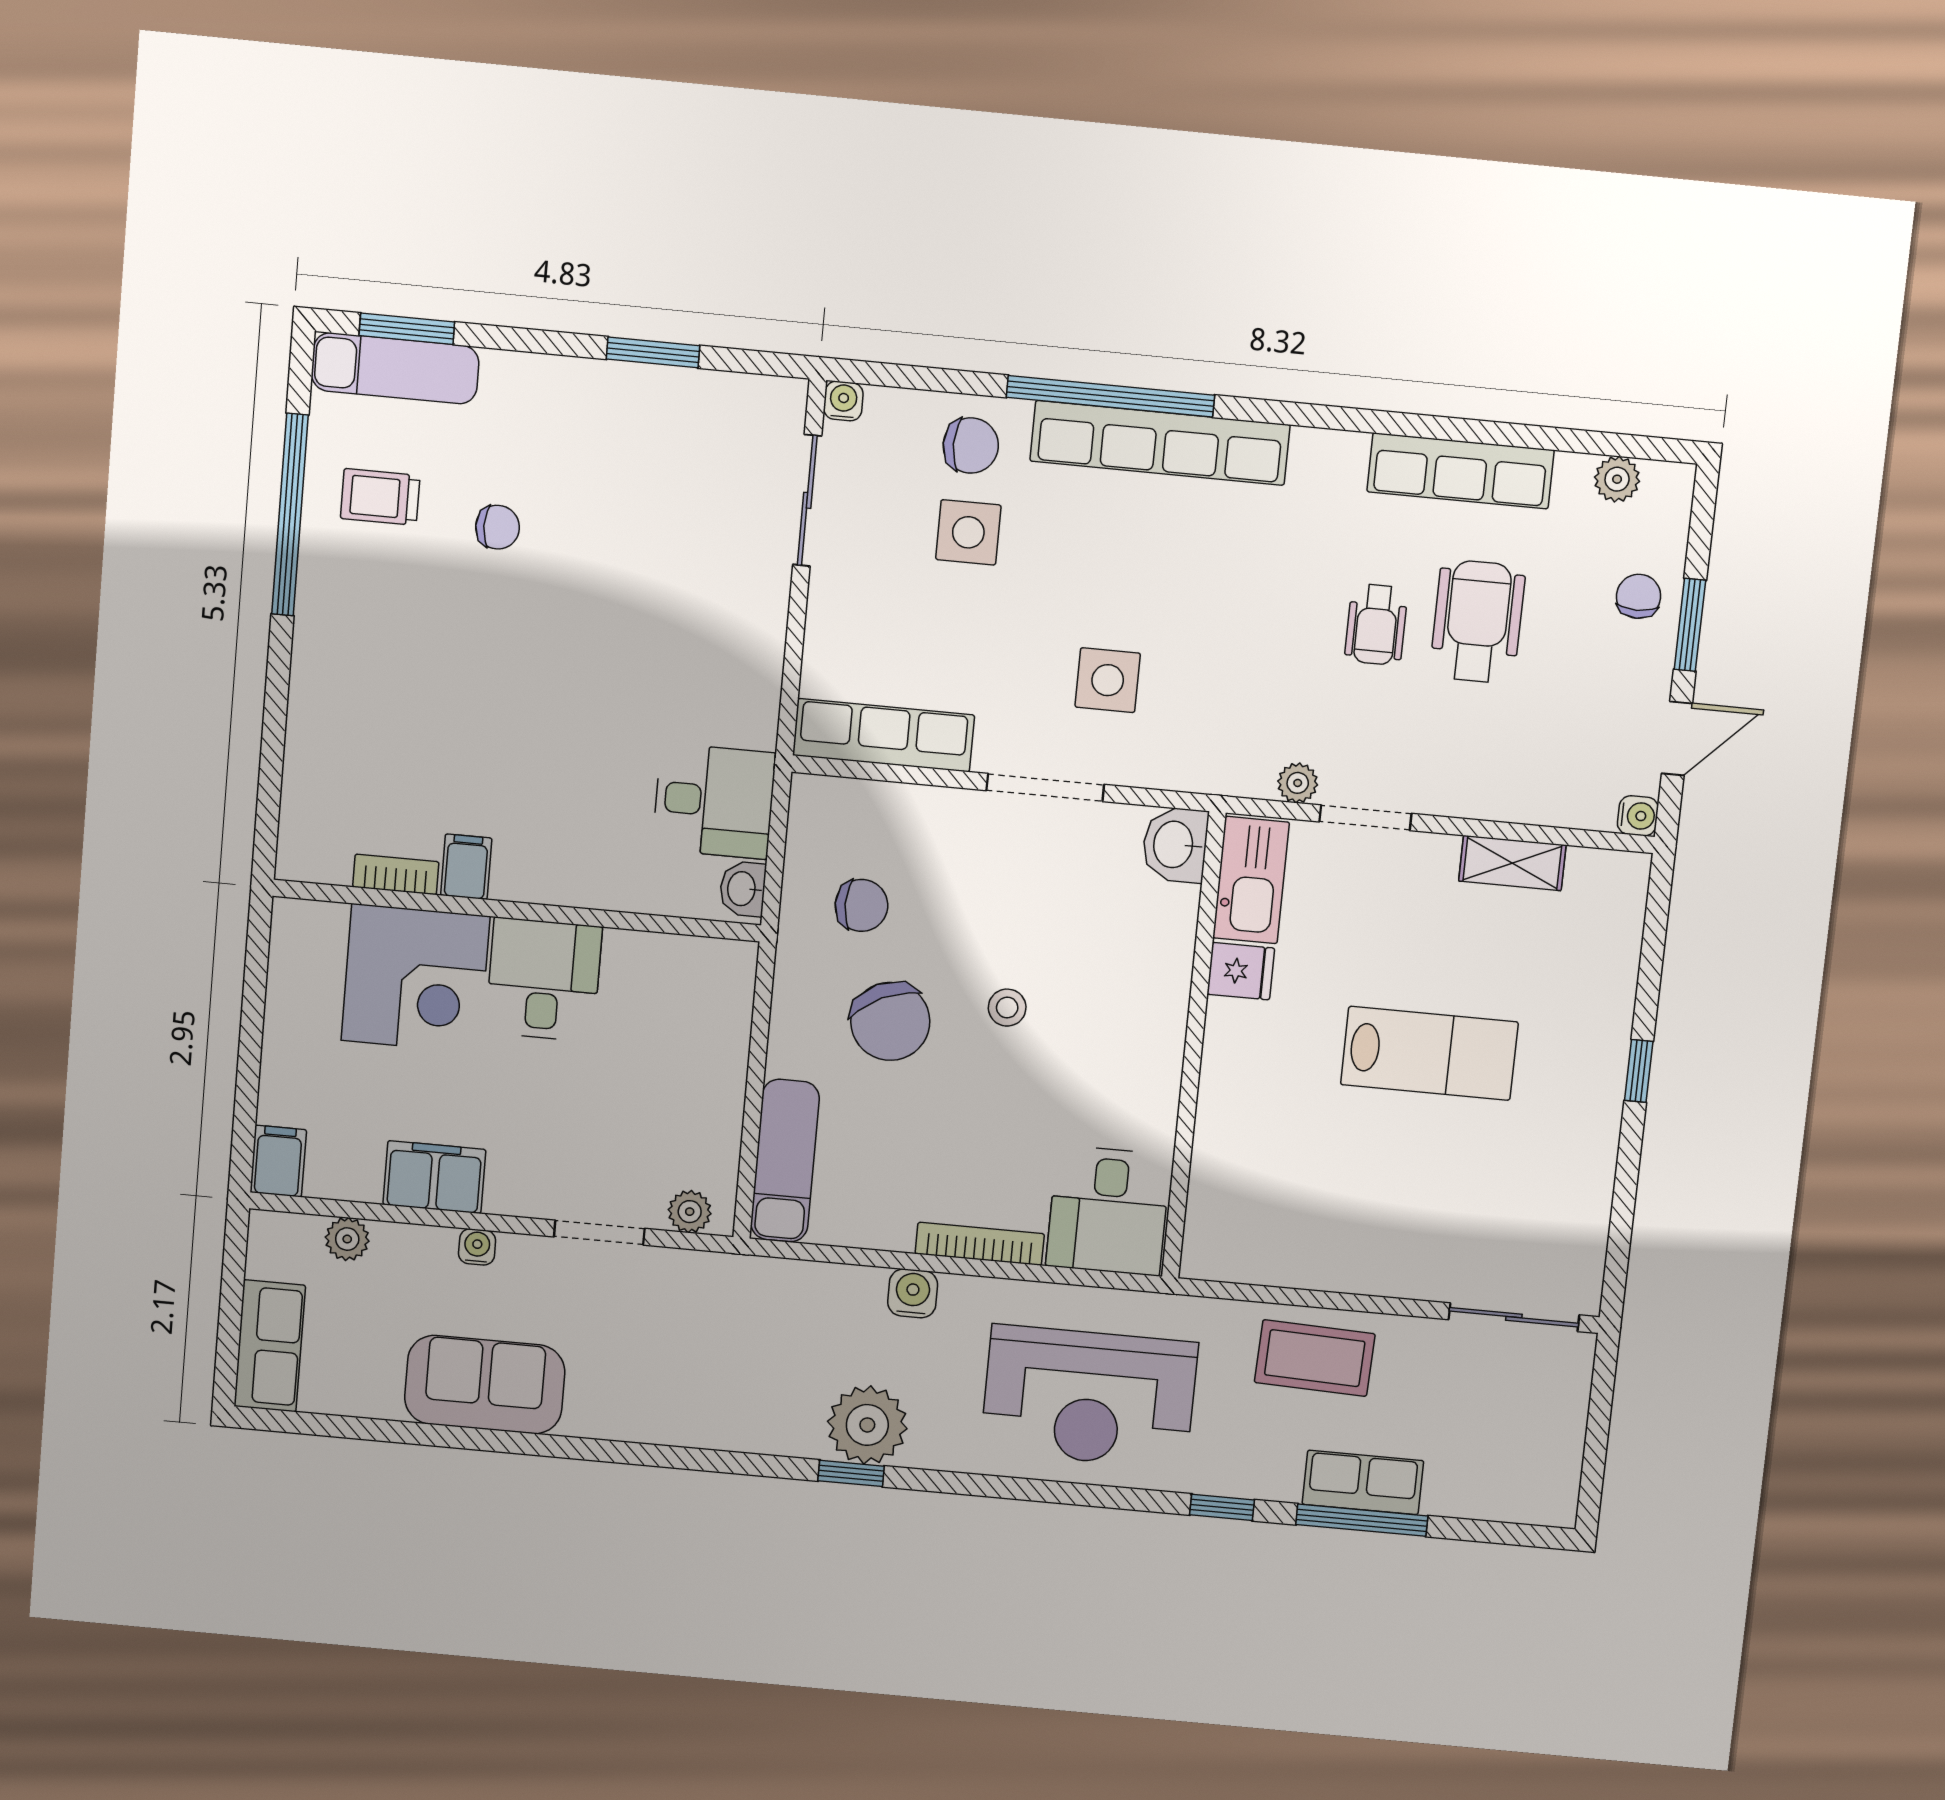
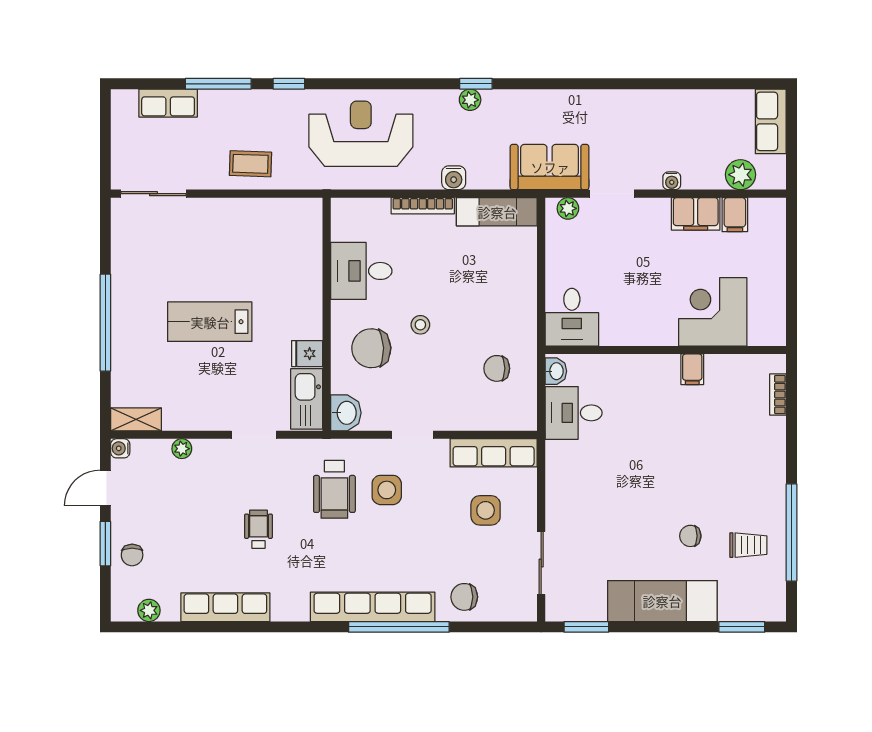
window: (653, 352) -> (586, 627), moved
exam couch: (395, 368) -> (662, 601), moved, width x1.36, depth x1.45
water cooler: (843, 401) -> (528, 612), removed
side table: (968, 532) -> (486, 510), moved
wheelchair: (1478, 621) -> (334, 489), moved
plant: (1298, 783) -> (182, 449), moved
doorway: (1045, 787) -> (412, 435), width x0.73
shelving: (1512, 863) -> (136, 419), moved
bookcase: (396, 874) -> (778, 395), moved, turned 90
desk: (544, 980) -> (572, 317), moved
chair: (890, 1021) -> (371, 348), moved, turned -67
window: (1639, 1071) -> (105, 323), width x3.17
filing cabinet: (278, 1161) -> (735, 215), moved
exam couch: (785, 1161) -> (497, 212), moved, turned -90
desk: (1108, 1211) -> (361, 271), moved, turned -90
plant: (347, 1239) -> (740, 175), width x1.38, depth x1.38
coffee table: (1315, 1358) -> (250, 164), width x0.73, depth x0.77
sofa: (485, 1385) -> (550, 167), moved, turned 180
plant: (867, 1425) -> (470, 100), width x0.53, depth x0.53
row of seats: (1363, 1482) -> (168, 103), moved

